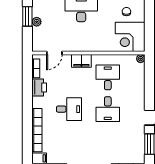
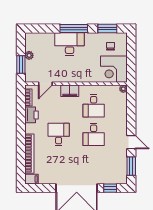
window: (27, 16) -> (21, 64), moved
desk: (108, 77) -> (94, 106), turned 180
desk: (69, 109) -> (59, 134), turned -90

